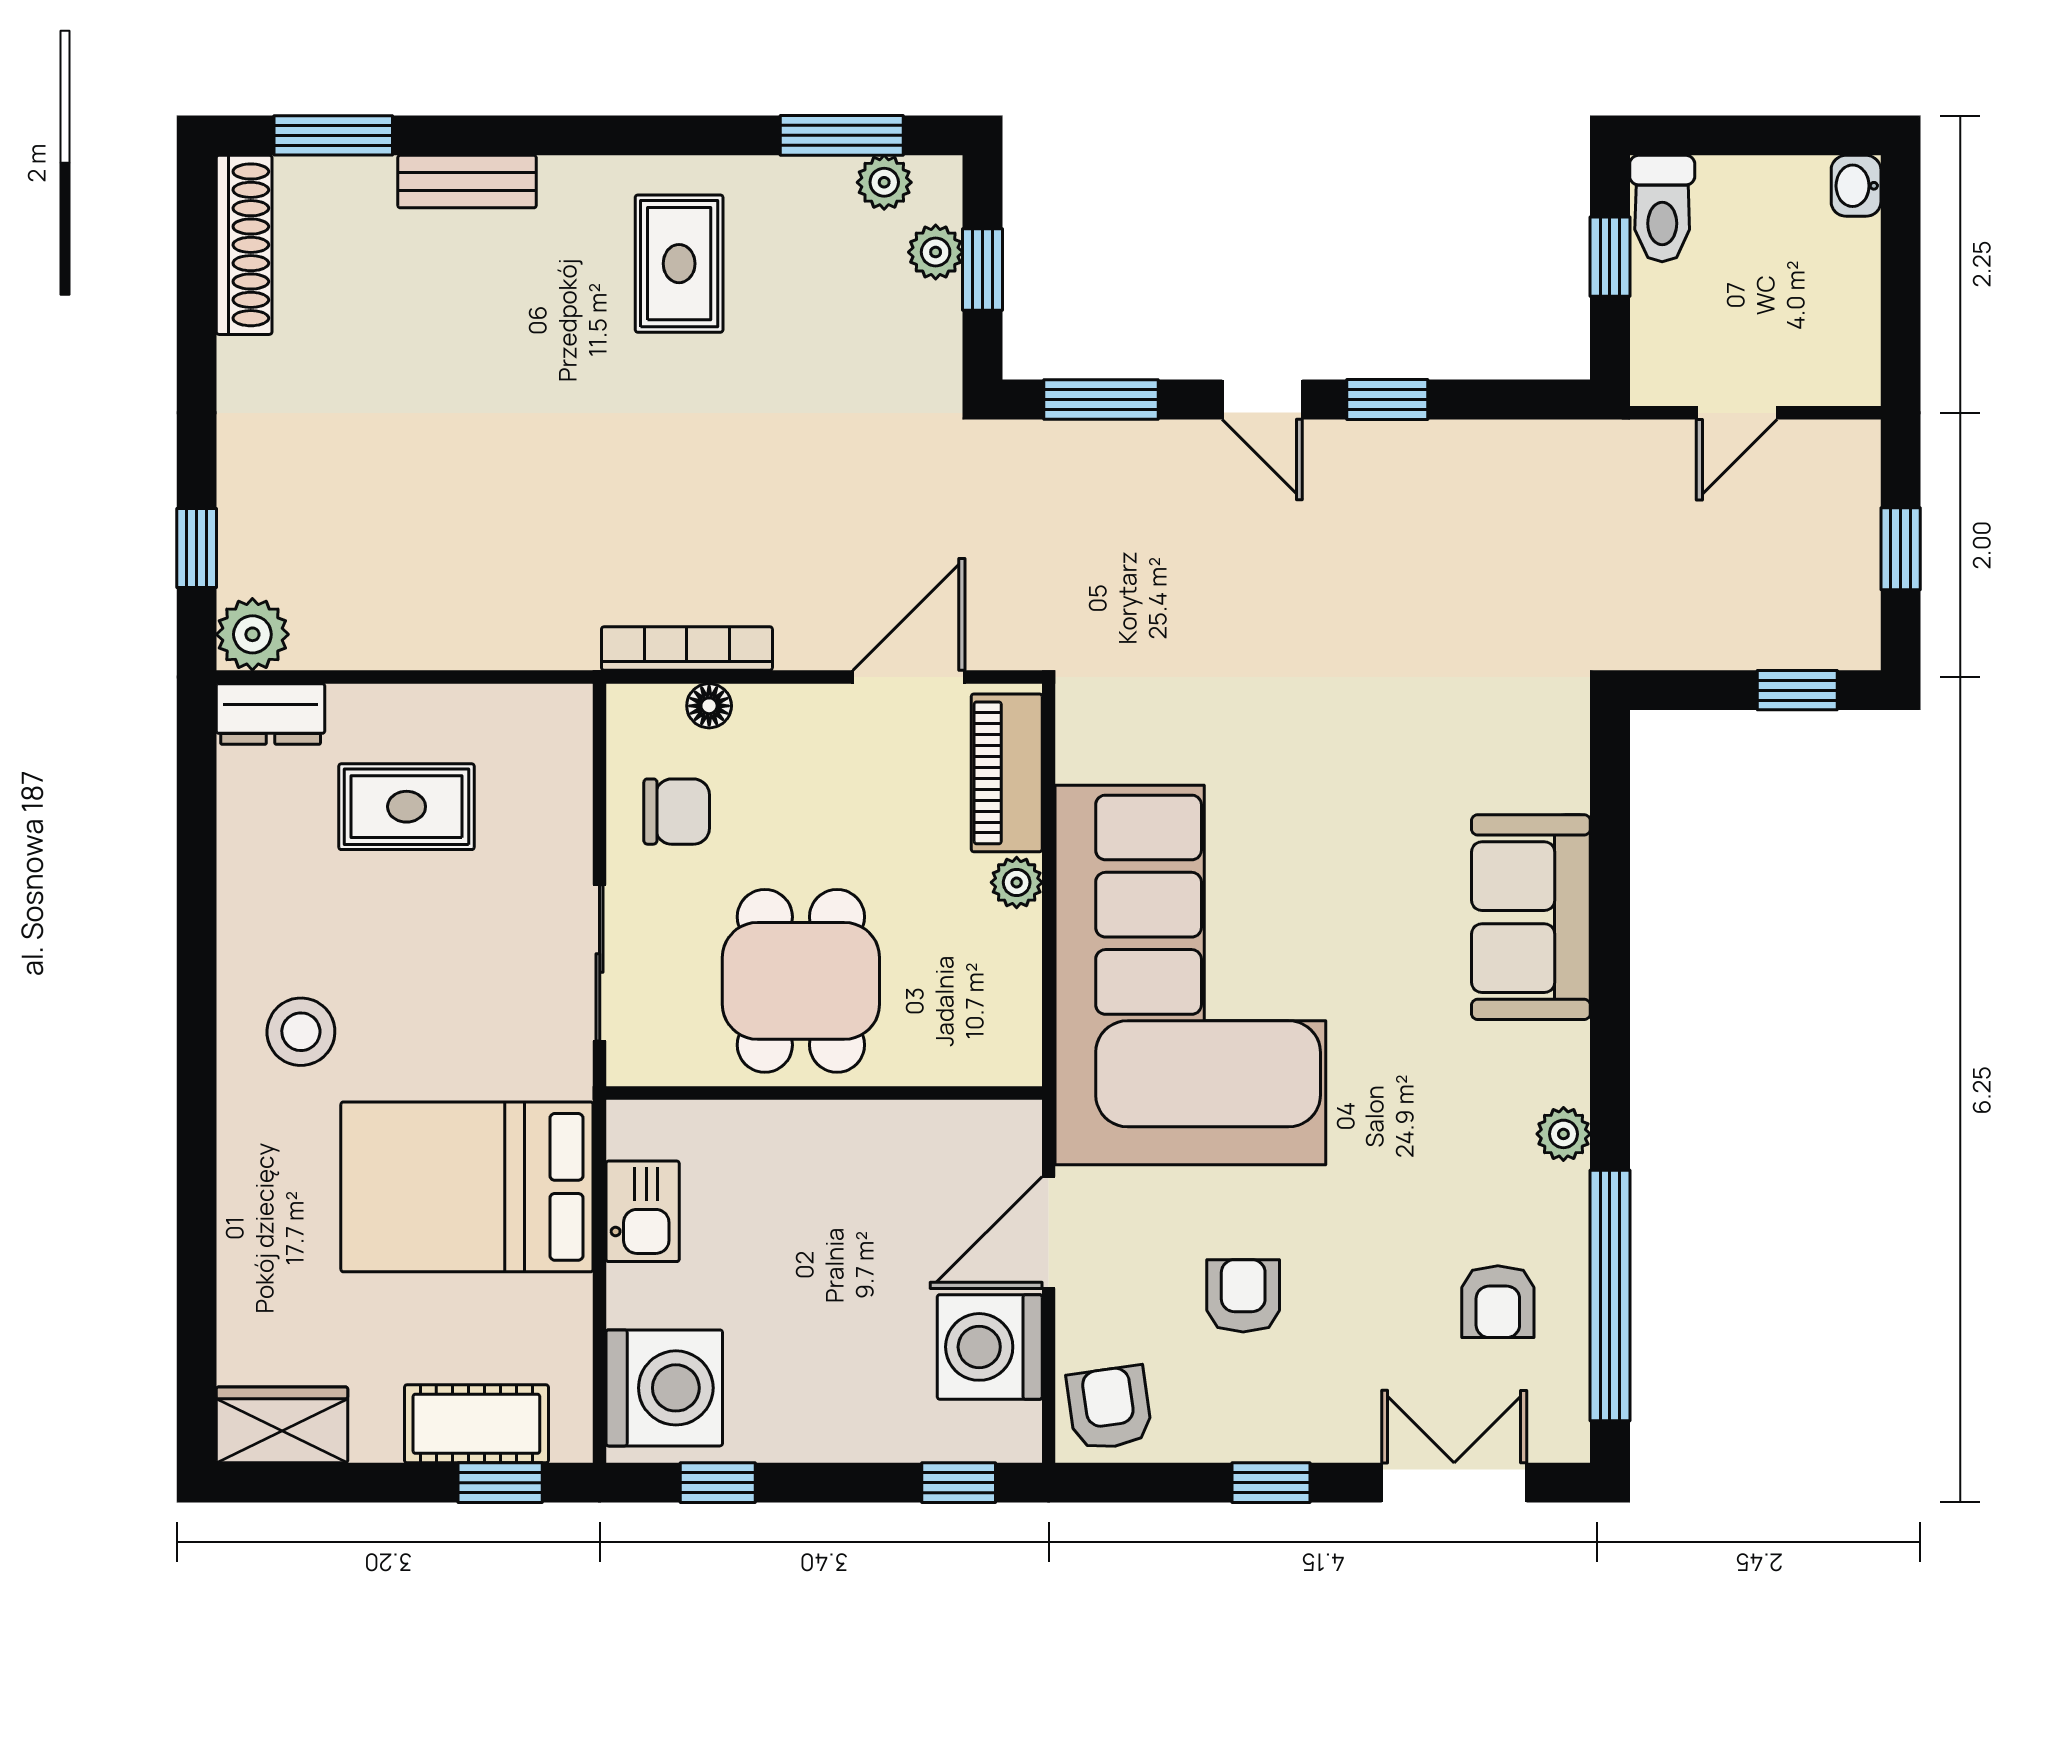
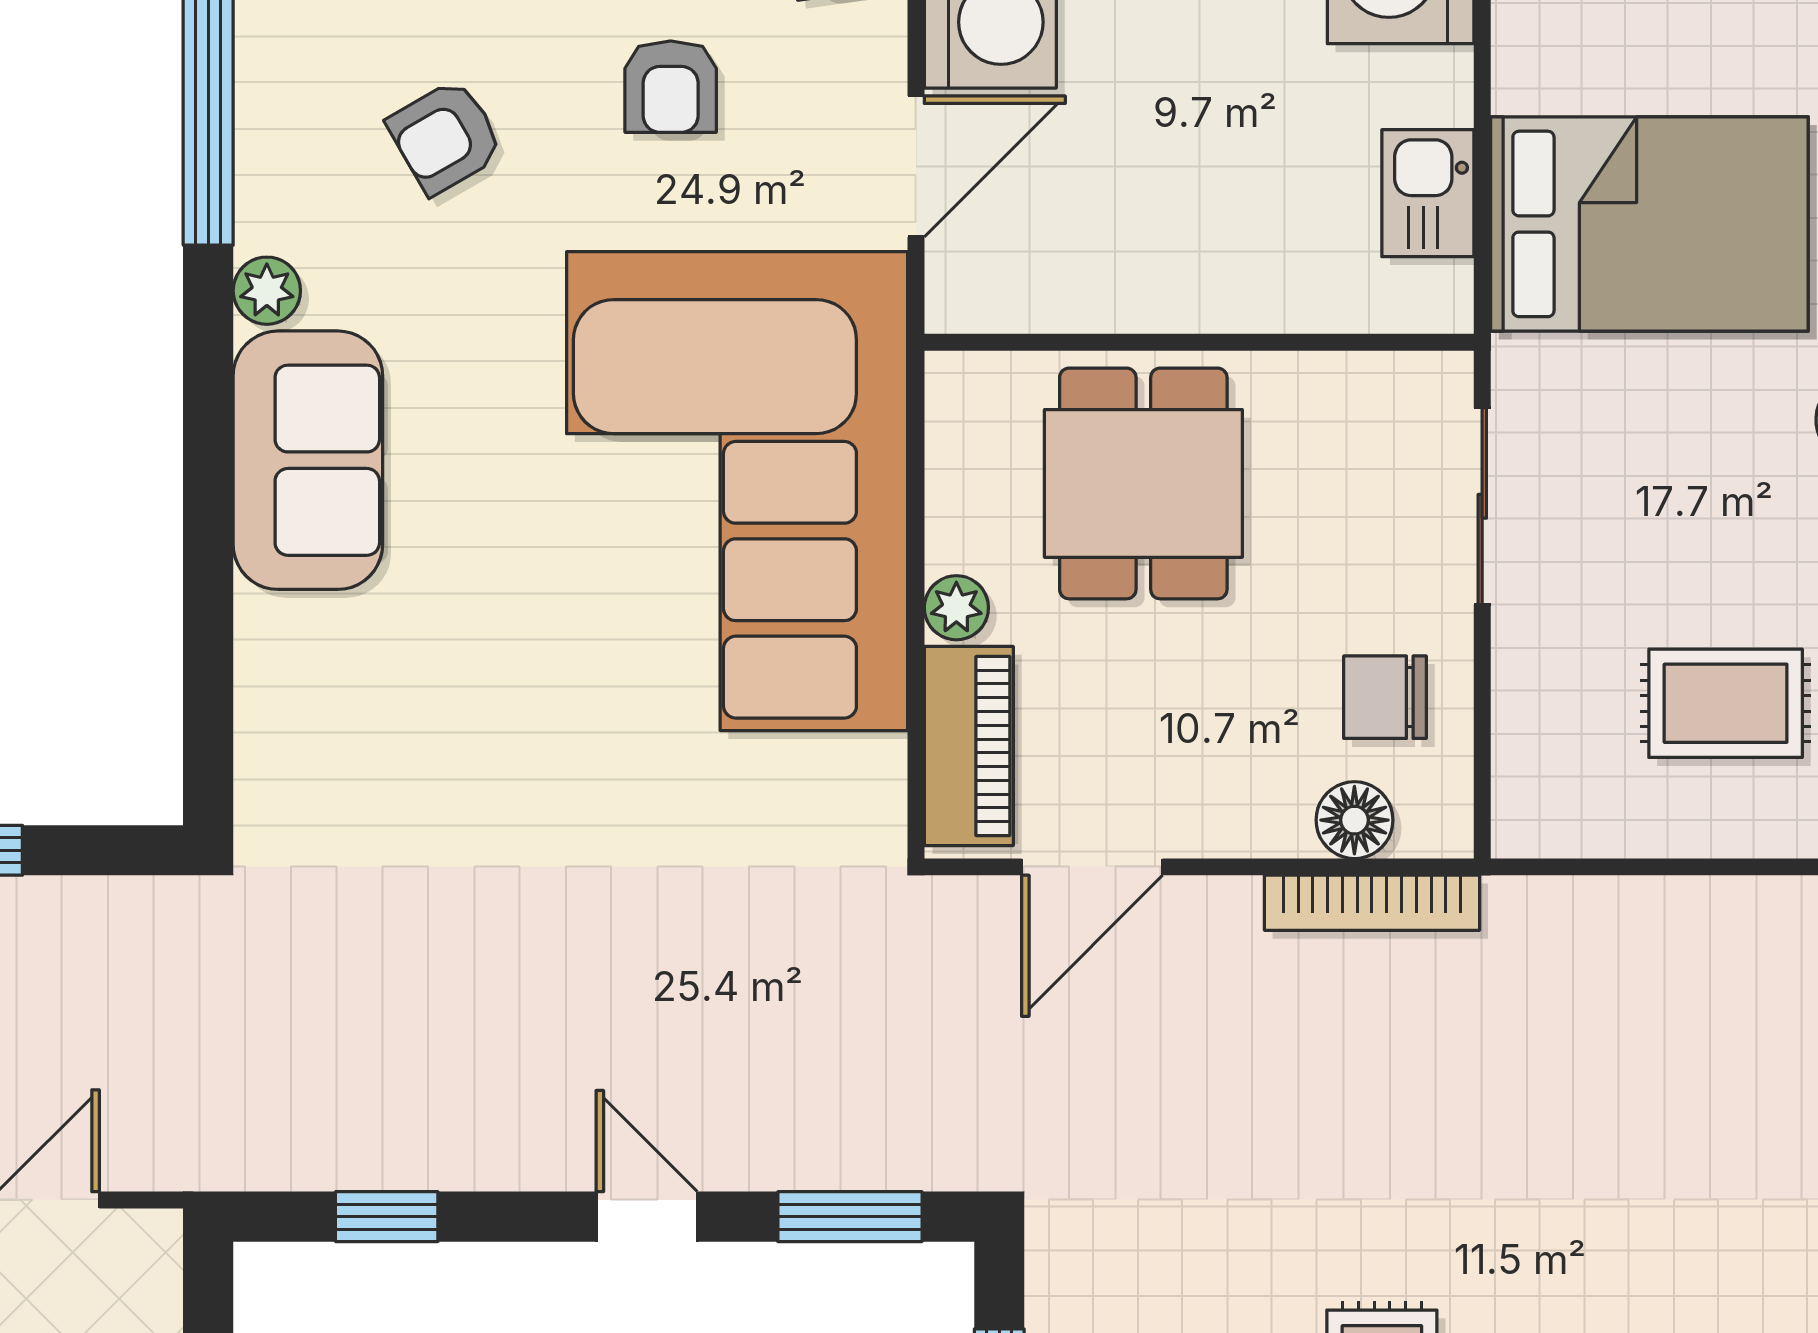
window: (1387, 400) -> (387, 1217), moved
floor lamp: (709, 706) -> (1354, 820), width x1.37, depth x1.37
sofa: (1531, 917) -> (308, 460), moved
dining table: (801, 981) -> (1143, 483), moved
armchair: (1498, 1302) -> (446, 137), moved, turned -120

